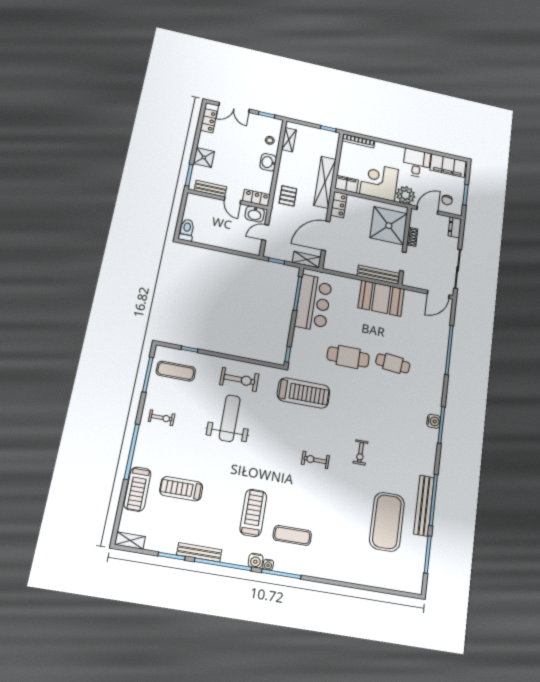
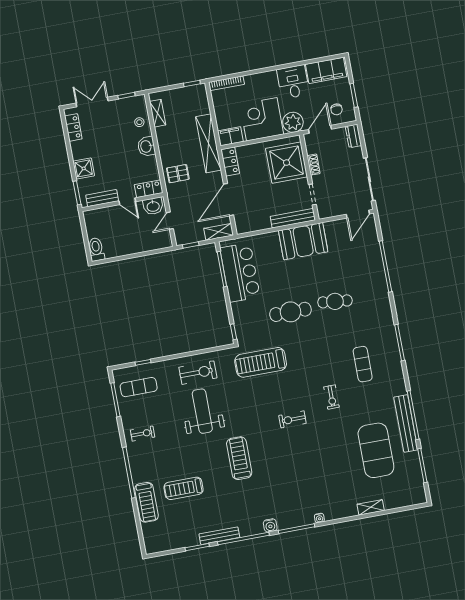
double door: (234, 107) -> (92, 102), swing flipped
pallet: (288, 196) -> (178, 174), turned 90
treadmill: (304, 393) -> (261, 362), turned 180
water cooler: (434, 421) -> (391, 342), removed
treadmill: (253, 513) -> (239, 458), moved
exercise mat: (292, 535) -> (363, 364), moved, turned 90
shelving: (130, 541) -> (371, 507), moved
water cooler: (268, 565) -> (319, 518), moved

